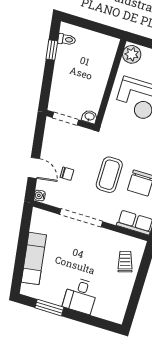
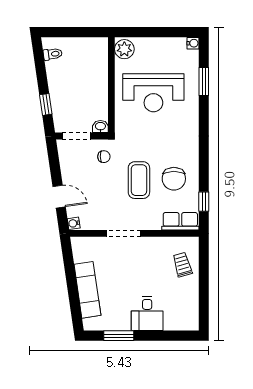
window: (52, 50) -> (46, 104), moved
chair: (67, 174) -> (104, 157), moved
doorway: (81, 218) -> (123, 233), width x0.73

